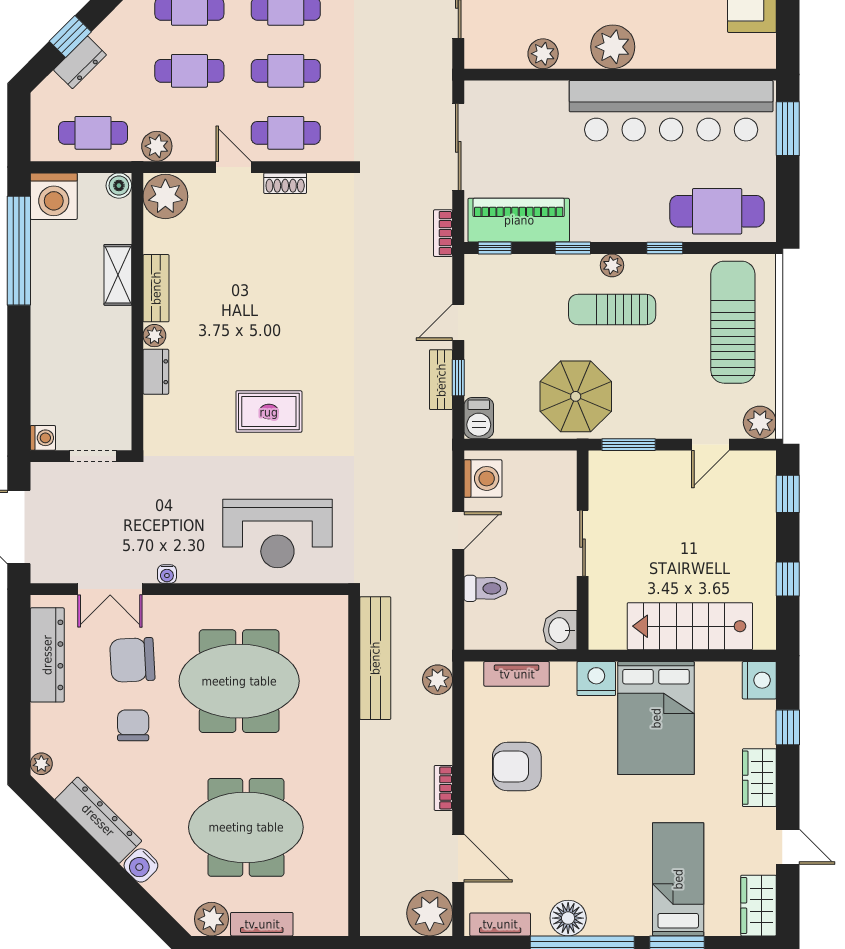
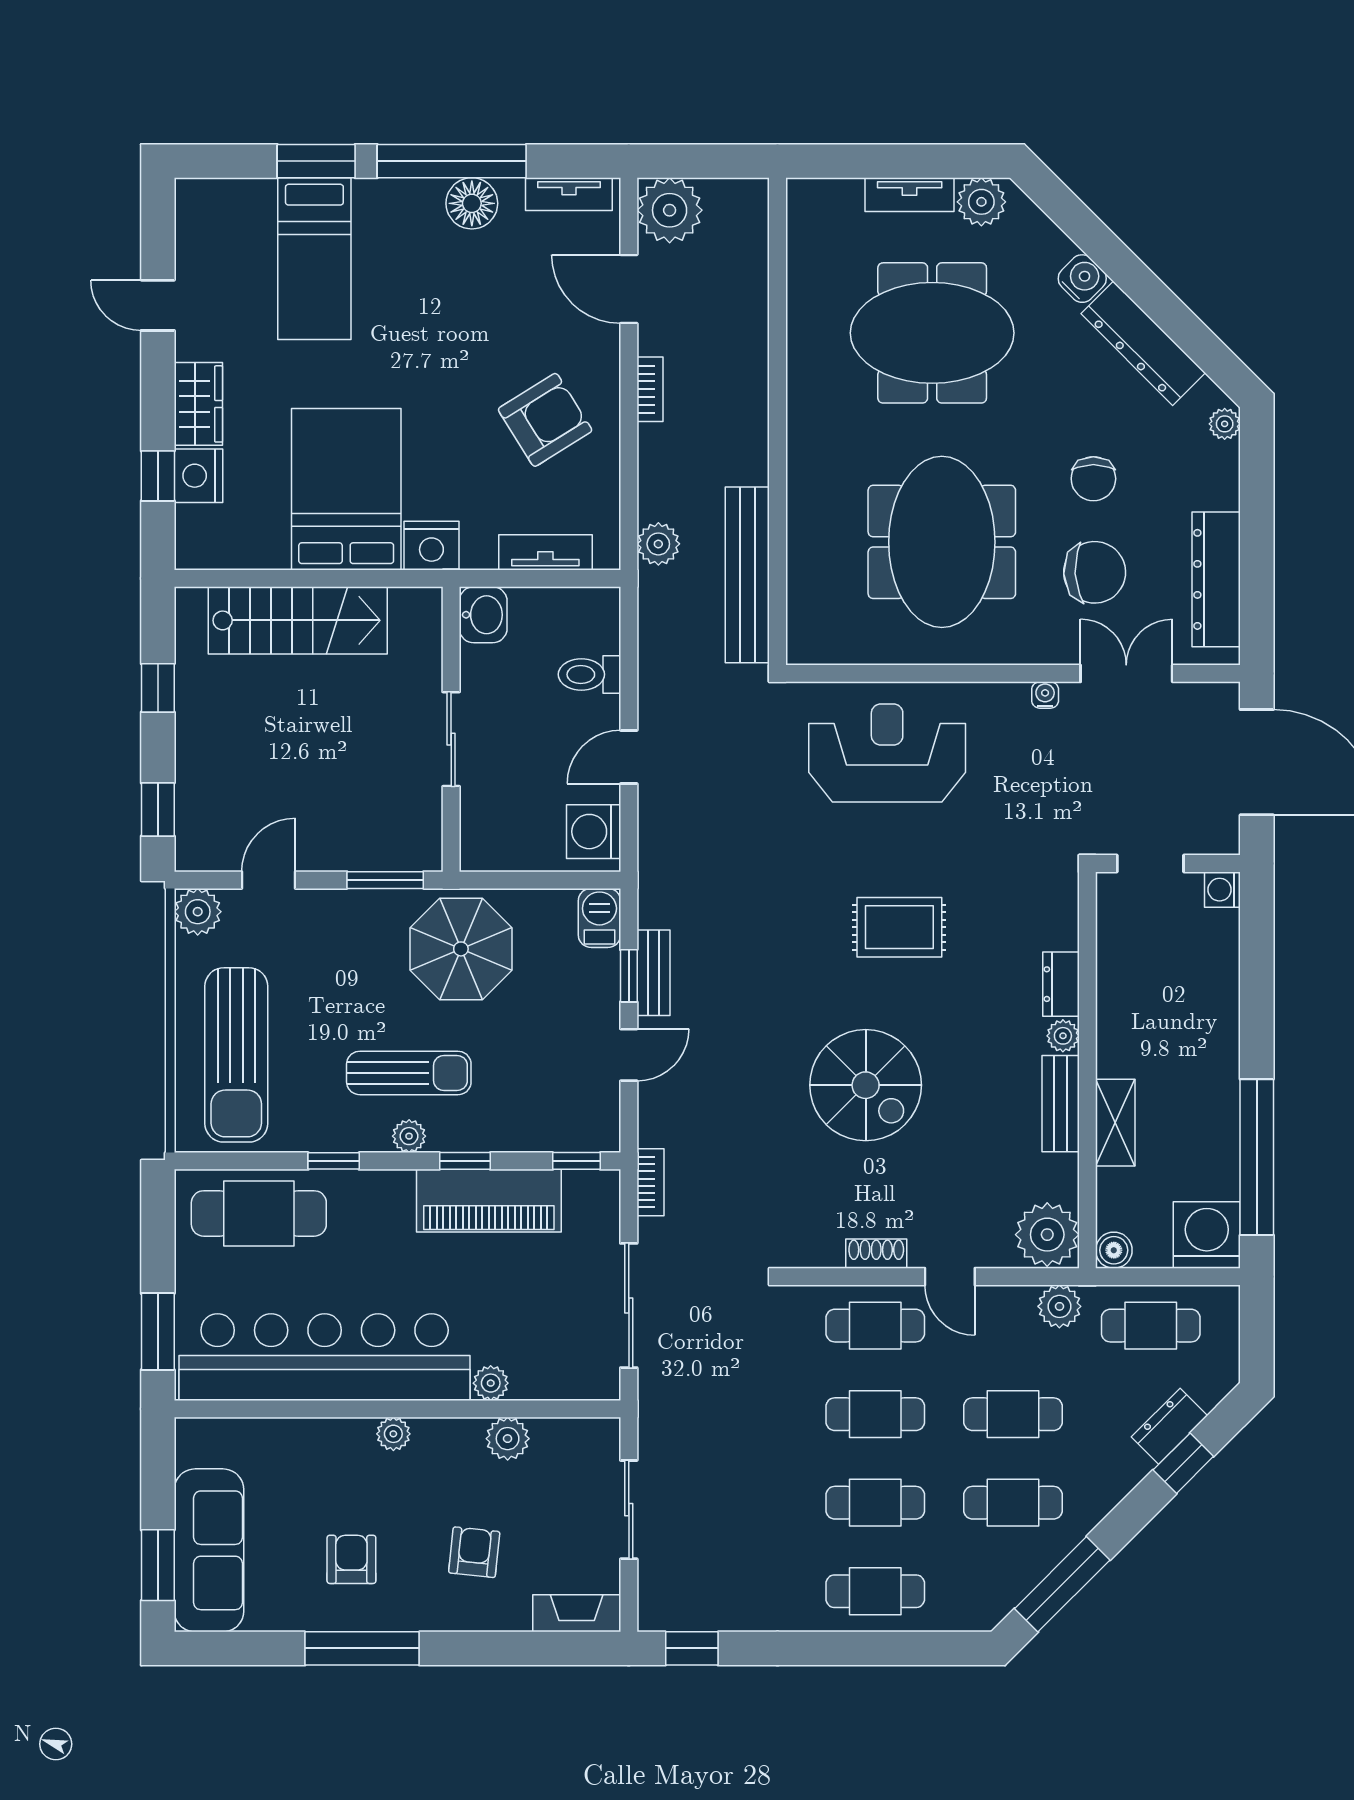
plant: (613, 47) -> (393, 1434), width x0.53, depth x0.53
plant: (555, 93) -> (491, 1383), added
piano: (519, 220) -> (489, 1201), moved
spiral stairs: (293, 301) -> (866, 1085), added
nightstand: (759, 680) -> (198, 476), moved
meeting table: (239, 681) -> (942, 542), turned 90
armchair: (517, 767) -> (545, 420), turned -32
wardrobe: (759, 906) -> (200, 221), removed

